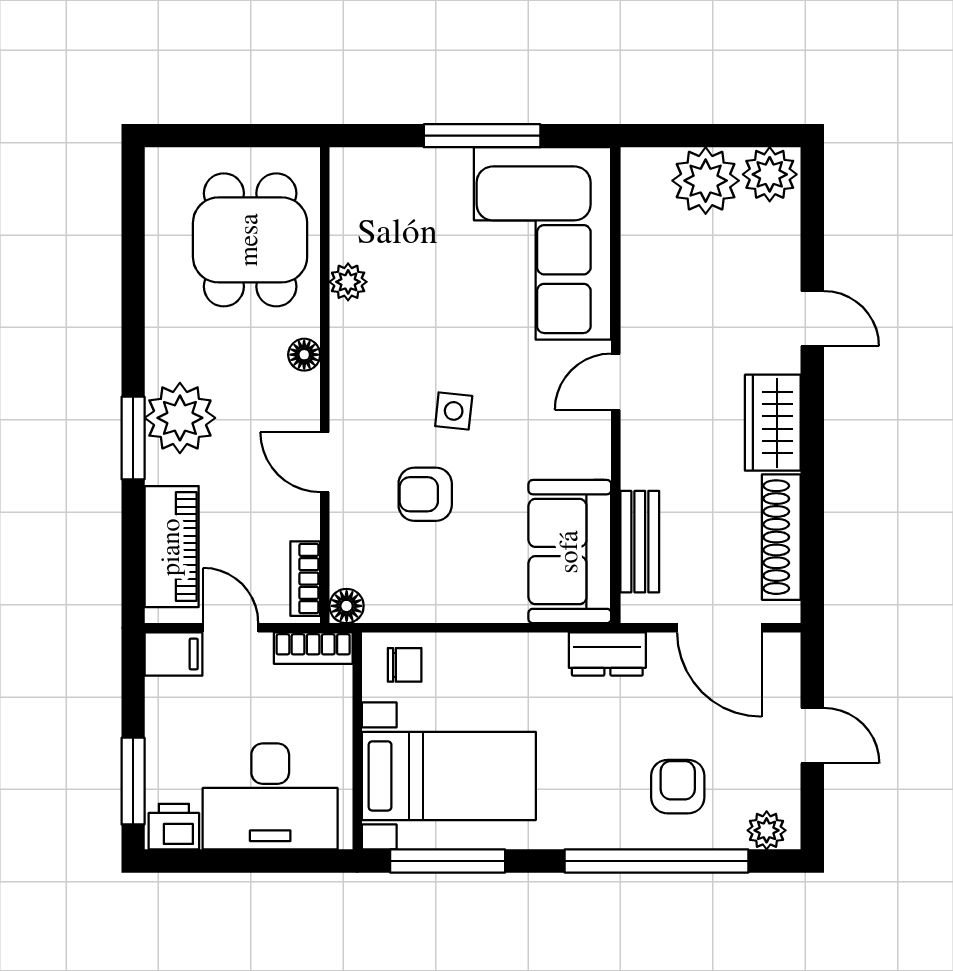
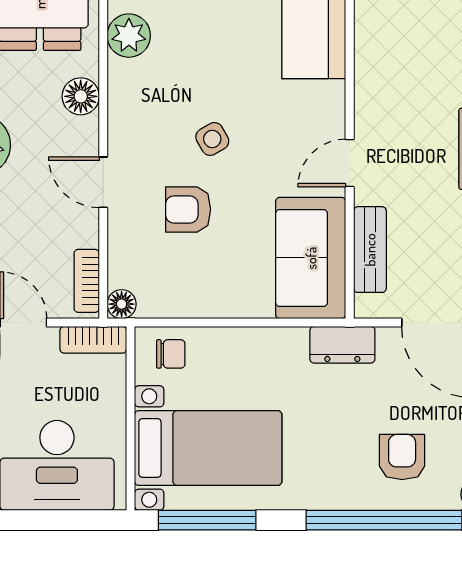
plant: (348, 282) -> (129, 36), width x1.38, depth x1.38
floor lamp: (304, 355) -> (81, 96), width x1.37, depth x1.37
door: (616, 382) -> (350, 163), moved
side table: (454, 411) -> (212, 139), turned -36

